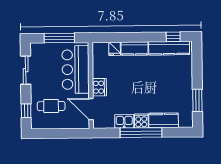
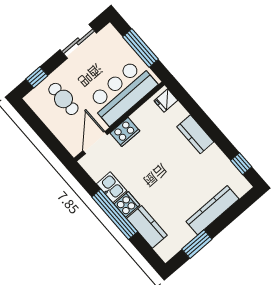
kitchen counter: (169, 48) -> (213, 210), moved, turned 90
fridge: (115, 49) -> (166, 100), moved

